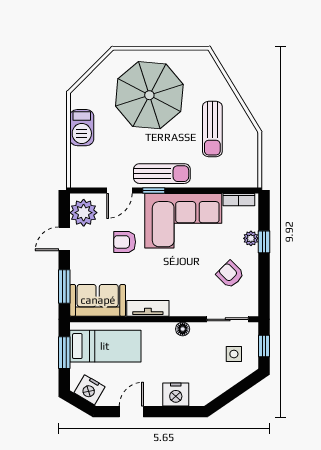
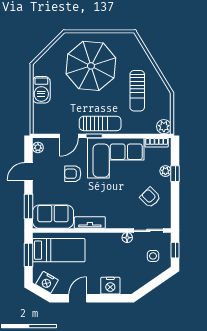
plant: (249, 178) -> (164, 127), added
plant: (84, 213) -> (38, 147), width x0.53, depth x0.53
floor lamp: (183, 329) -> (127, 238), moved

